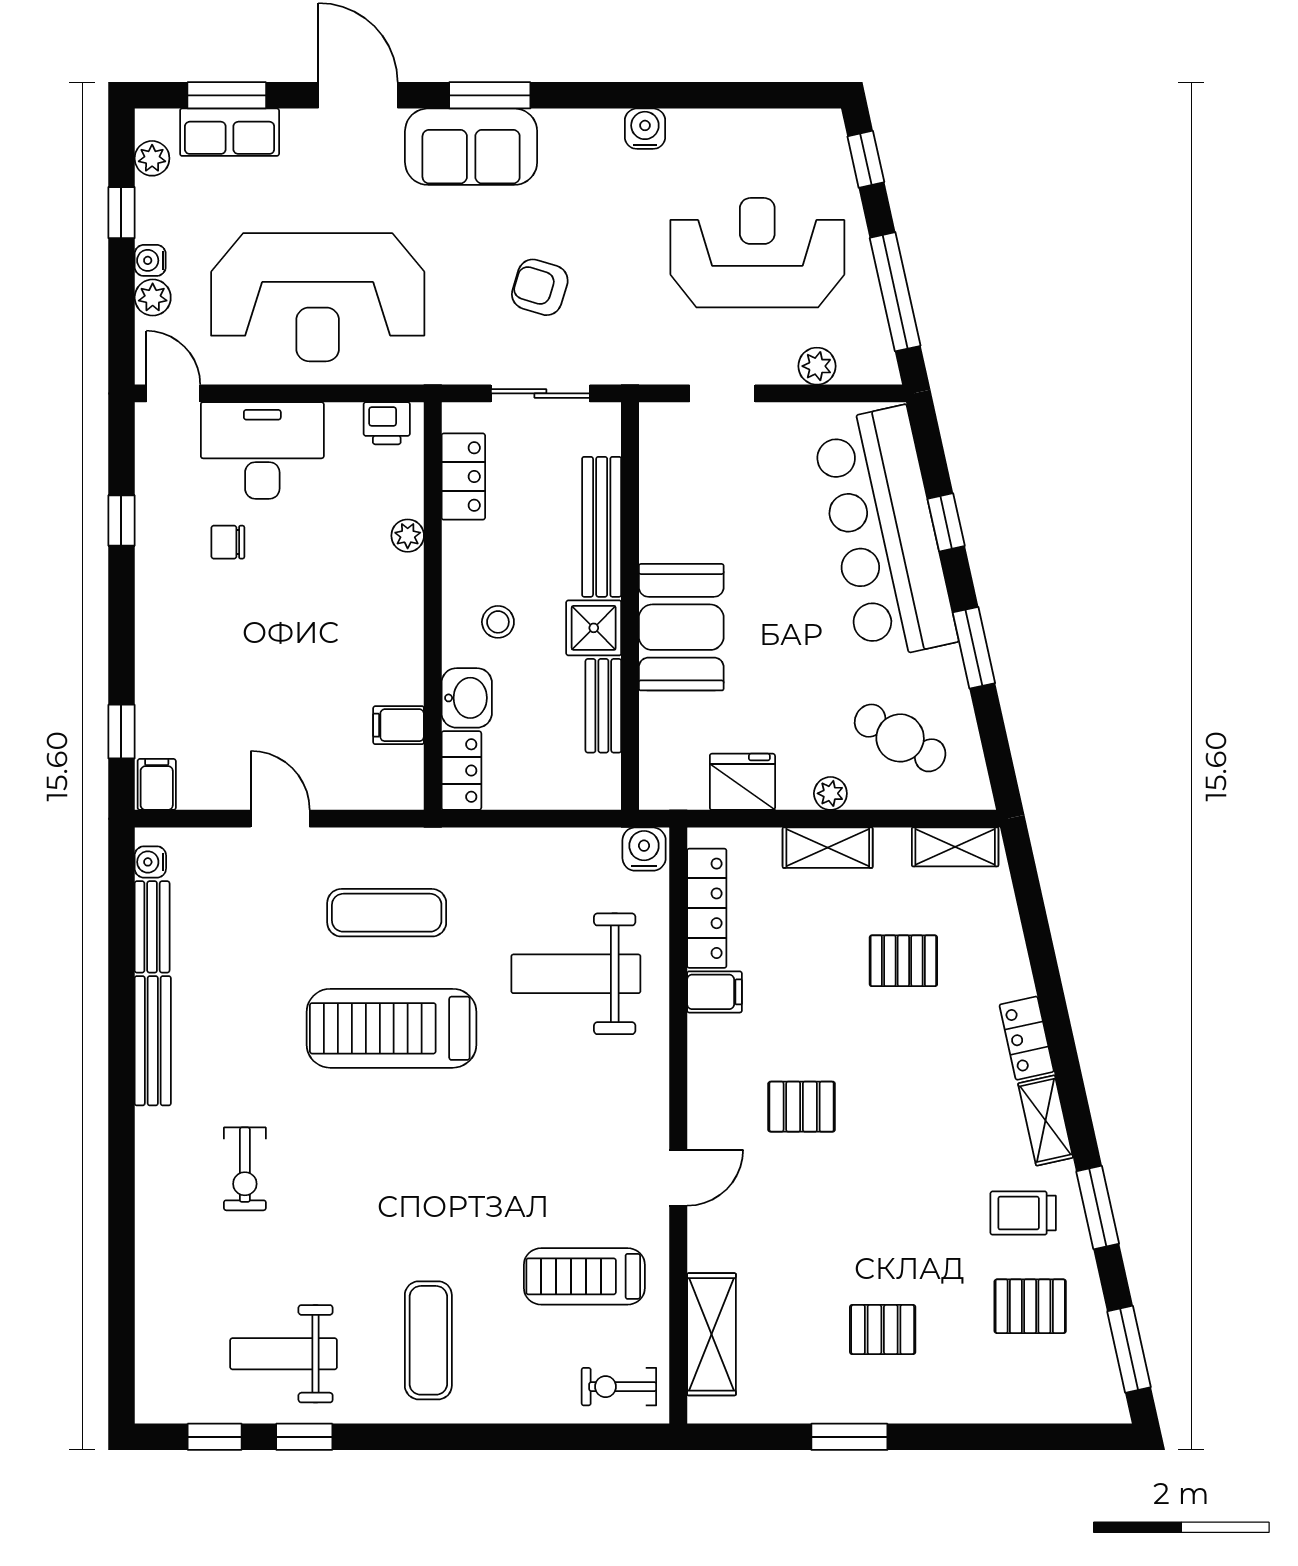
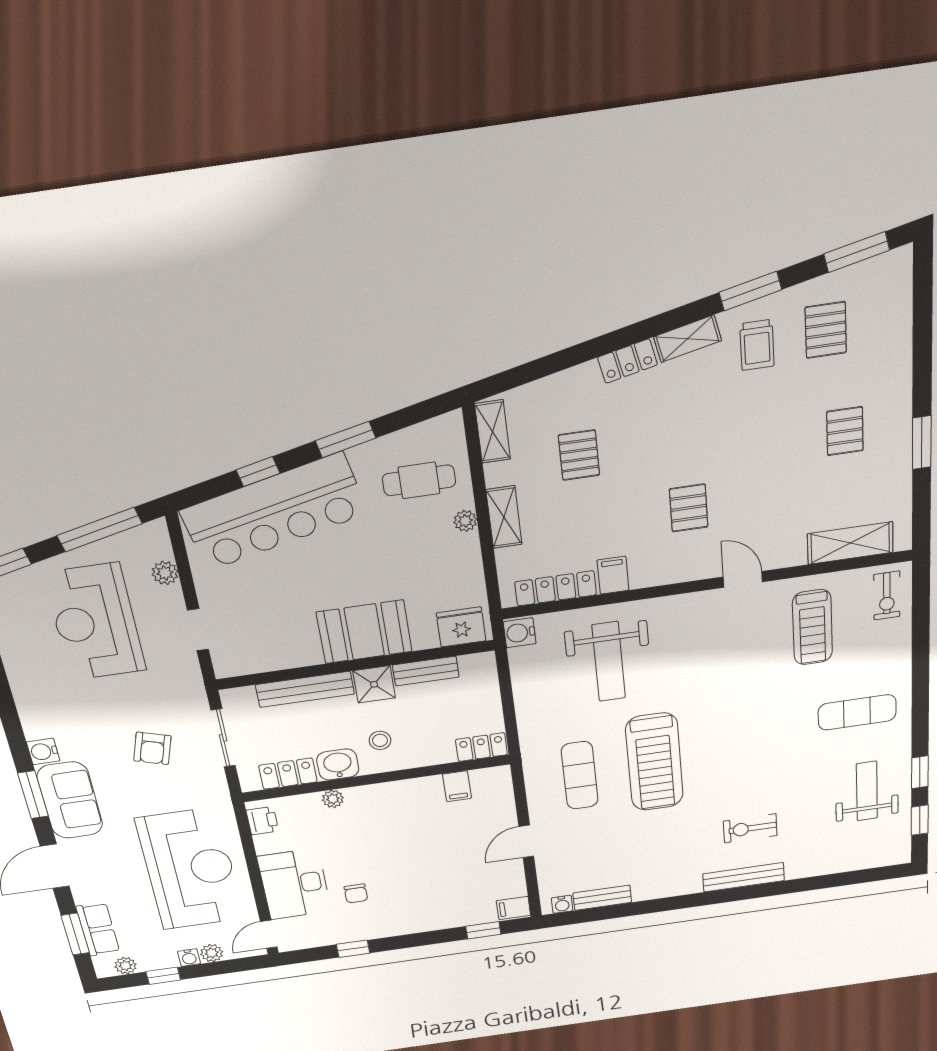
water cooler: (645, 129) -> (43, 751), moved
washbasin: (467, 698) -> (338, 765), moved
cafe table: (900, 738) -> (419, 480), turned 60
fridge: (742, 782) -> (461, 627), moved, turned 90
bench: (153, 1041) -> (744, 877), moved
exercise bike: (245, 1169) -> (750, 828), turned 180
weight bench: (284, 1354) -> (867, 791), turned 180

